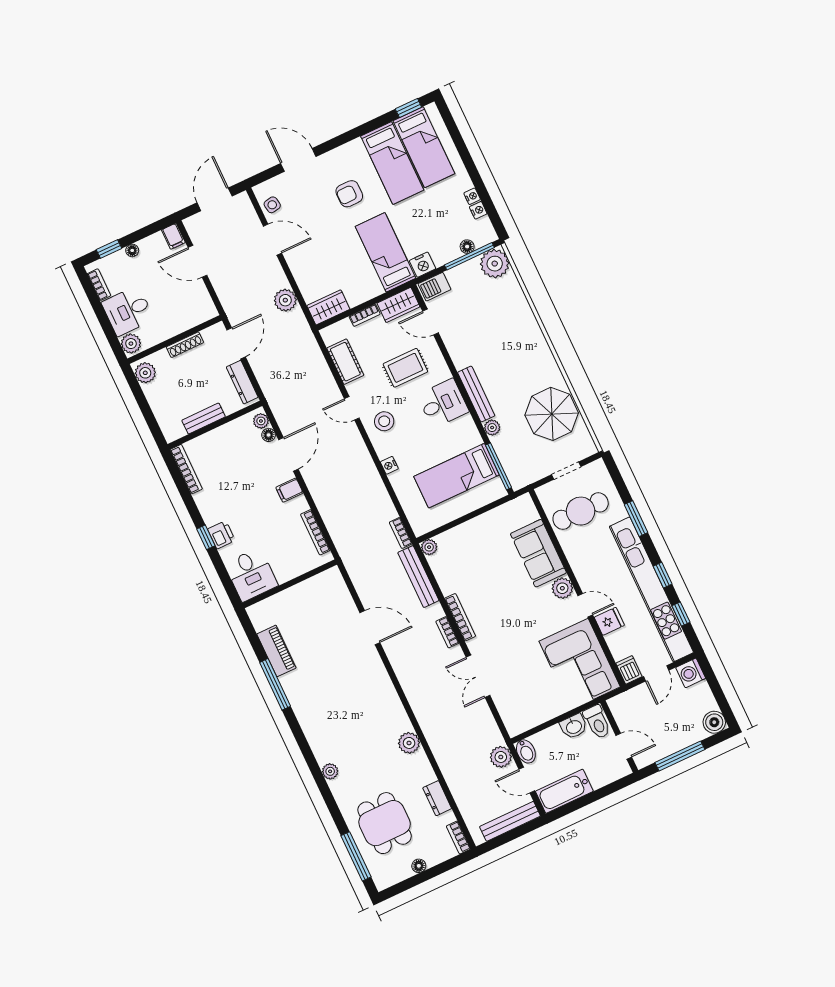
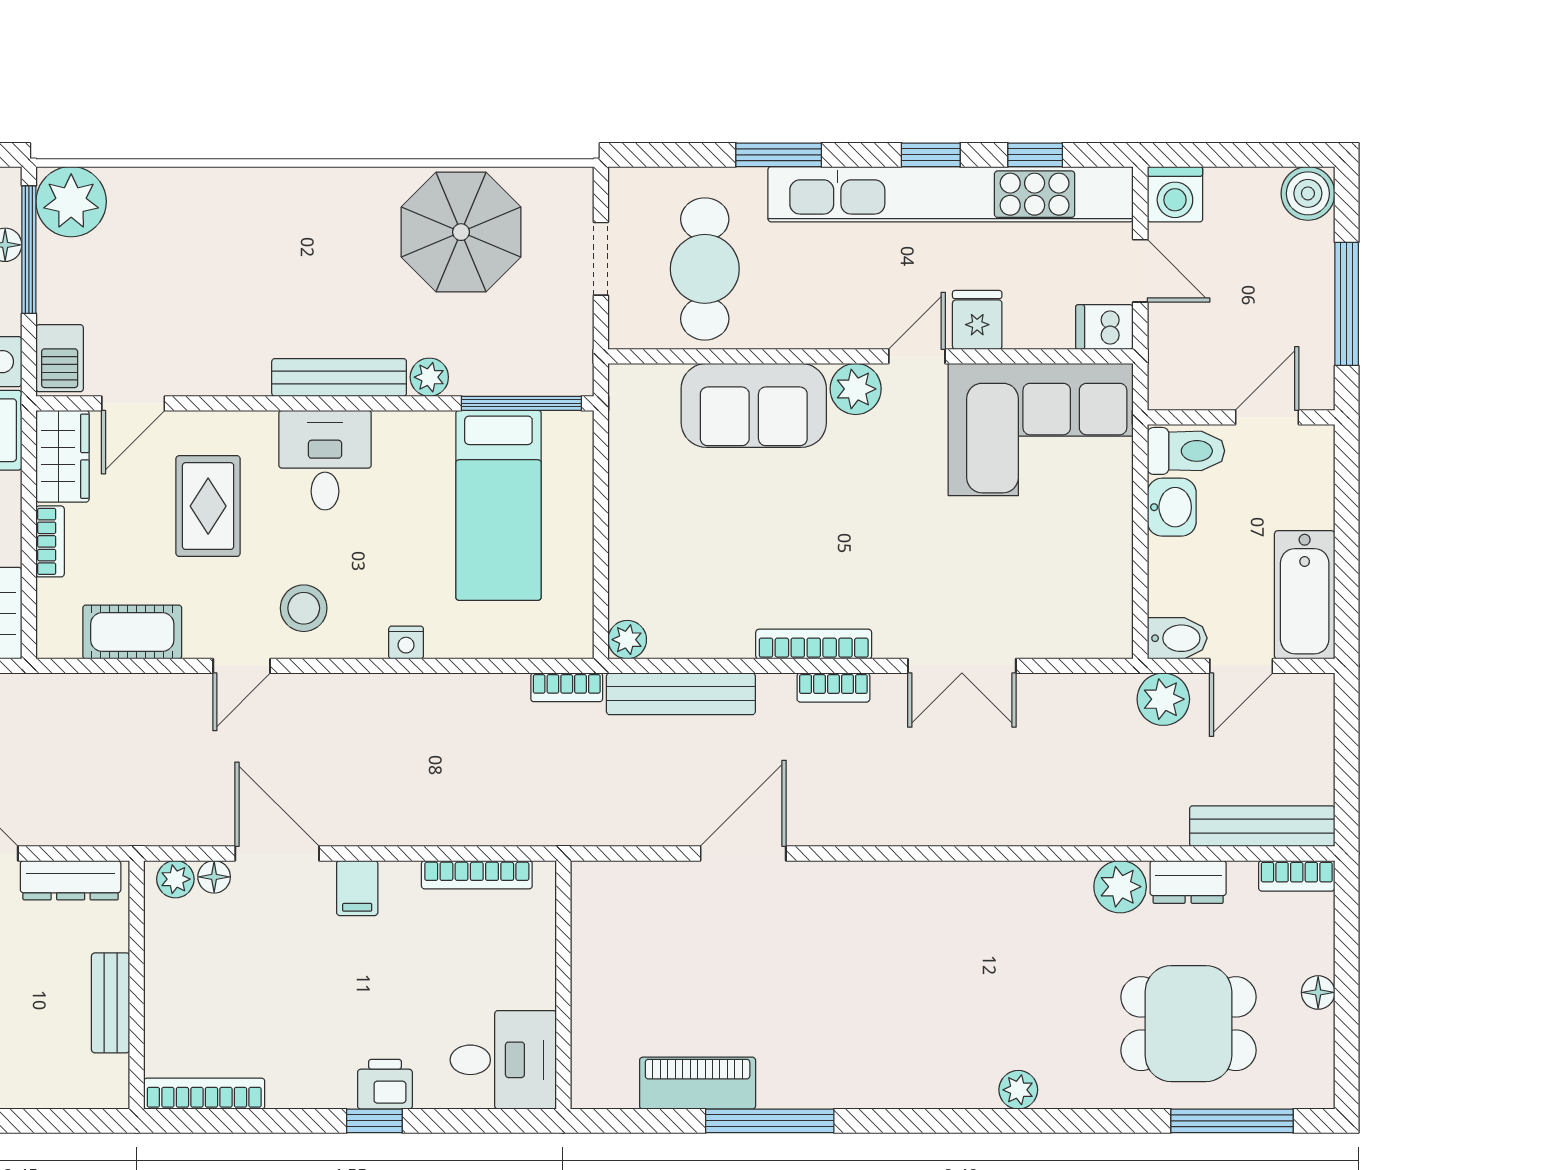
plant: (409, 743) -> (1120, 887), moved
bench: (510, 821) -> (1262, 826), moved, turned 90

